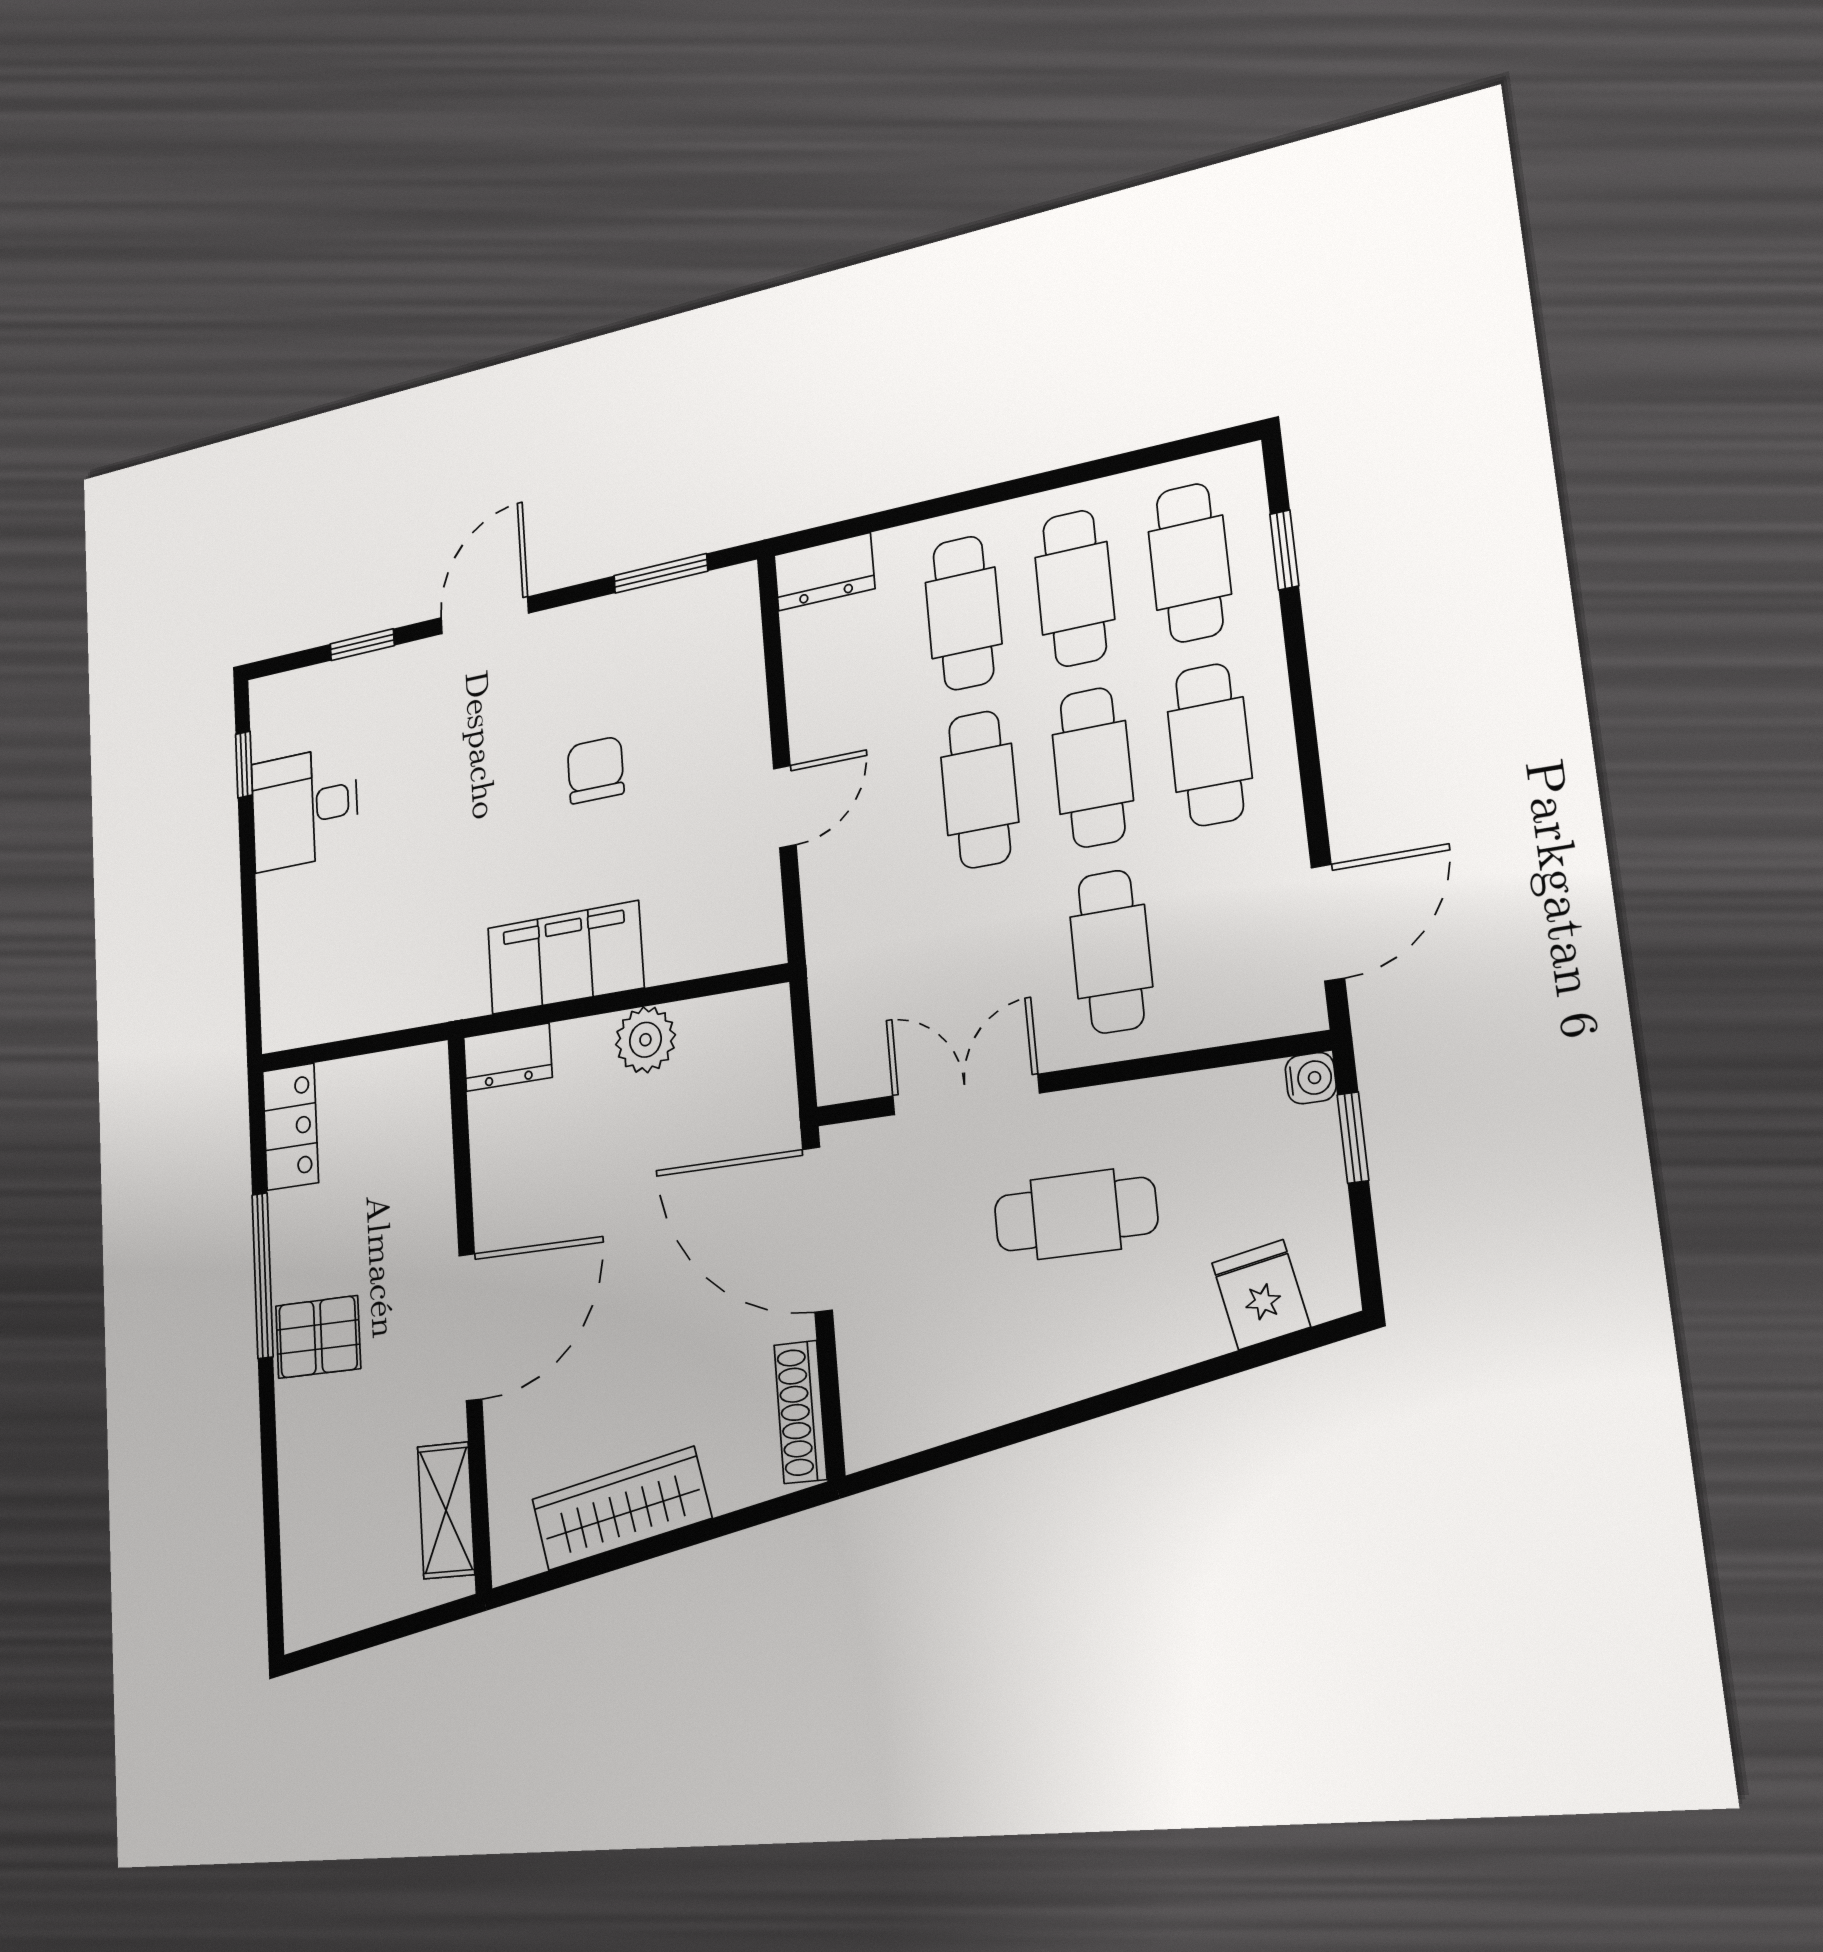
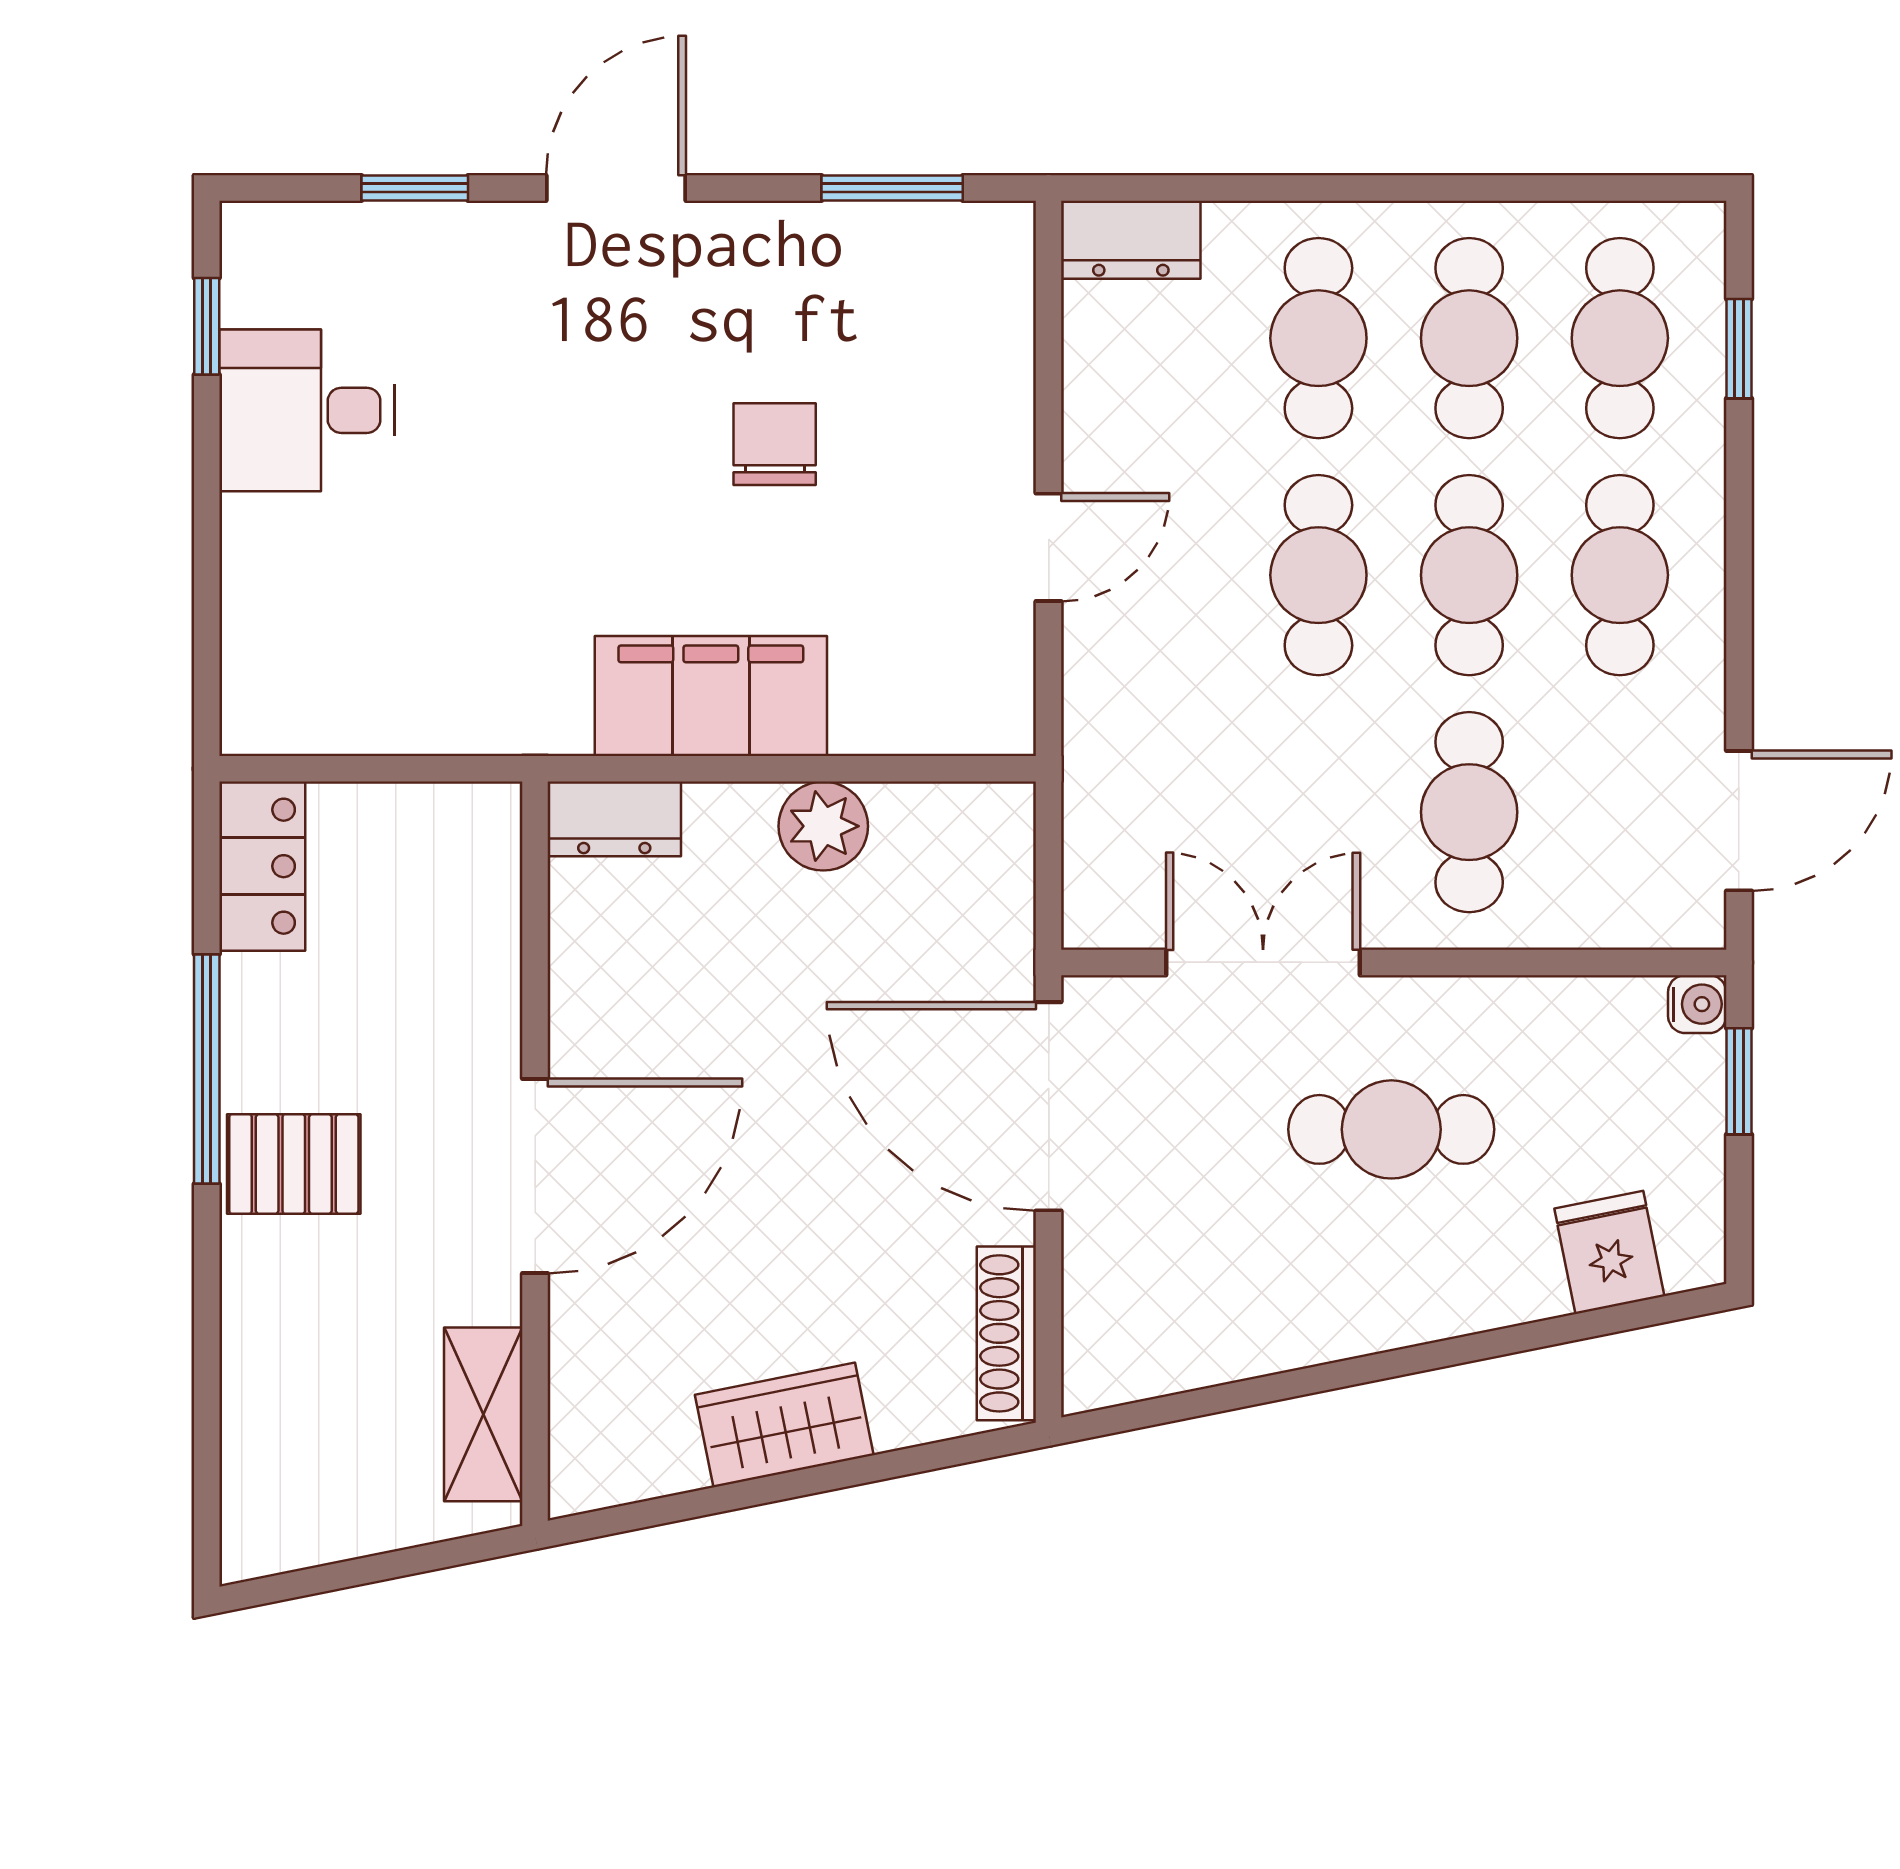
wardrobe: (621, 1509) -> (784, 1425), width x0.67

